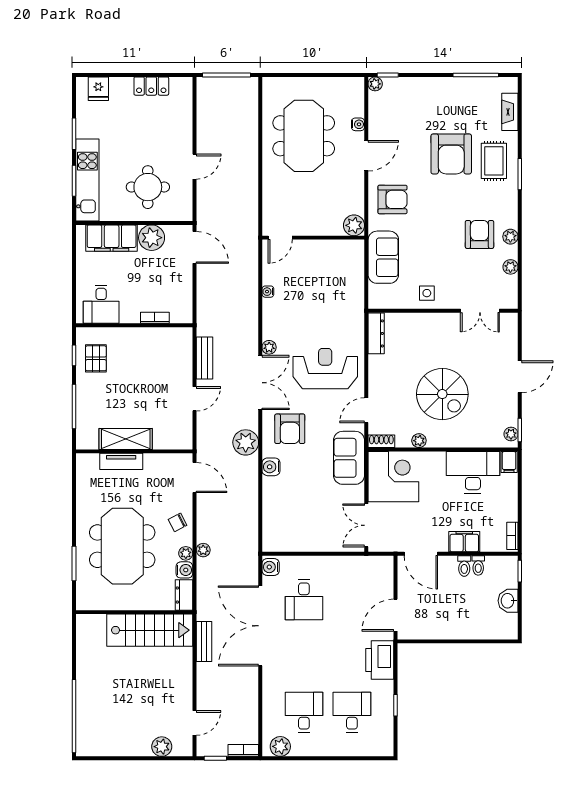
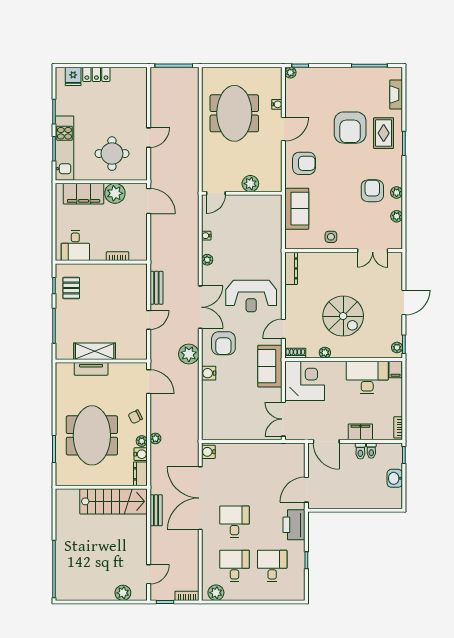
locker: (151, 86) -> (96, 74), moved
plant: (354, 225) -> (250, 184), moved
plant: (269, 347) -> (207, 260), moved
reception desk: (325, 369) -> (251, 296), turned 180
desk: (304, 600) -> (234, 522), moved, turned 180

